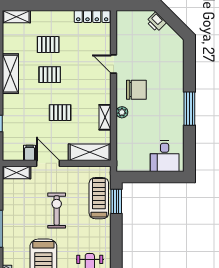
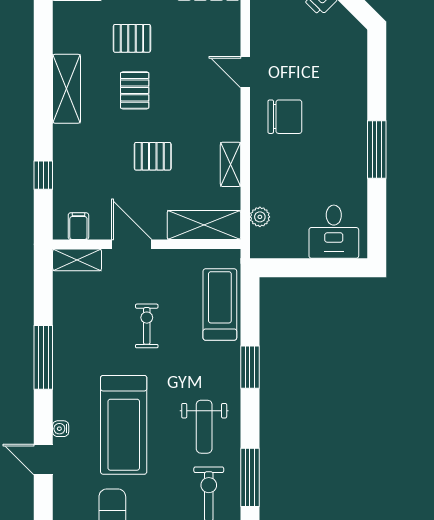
pallet: (50, 75) -> (135, 90), turned 90
plant: (122, 112) -> (260, 217), moved
filing cabinet: (30, 153) -> (78, 226), moved
window: (116, 201) -> (250, 367), moved
exercise bike: (57, 210) -> (147, 326), width x0.73, depth x0.72

